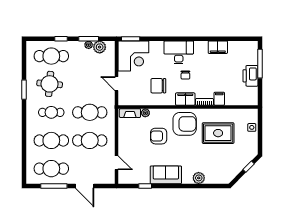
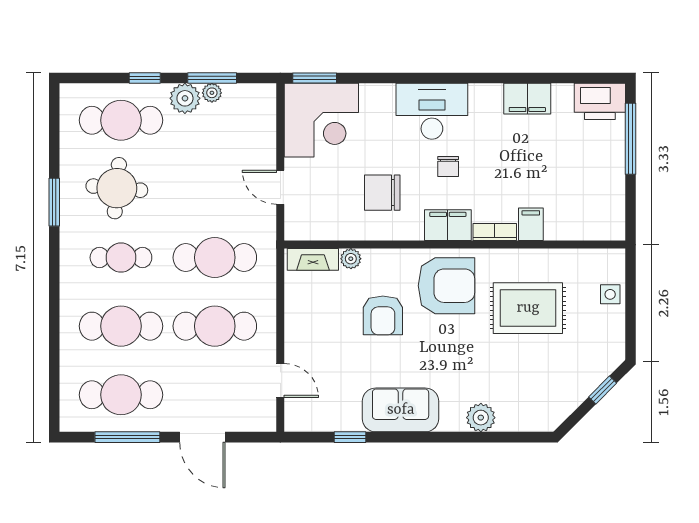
plant: (100, 47) -> (185, 98), moved
printer: (250, 76) -> (600, 101), moved, turned -90
armchair: (159, 136) -> (383, 315), turned -90

